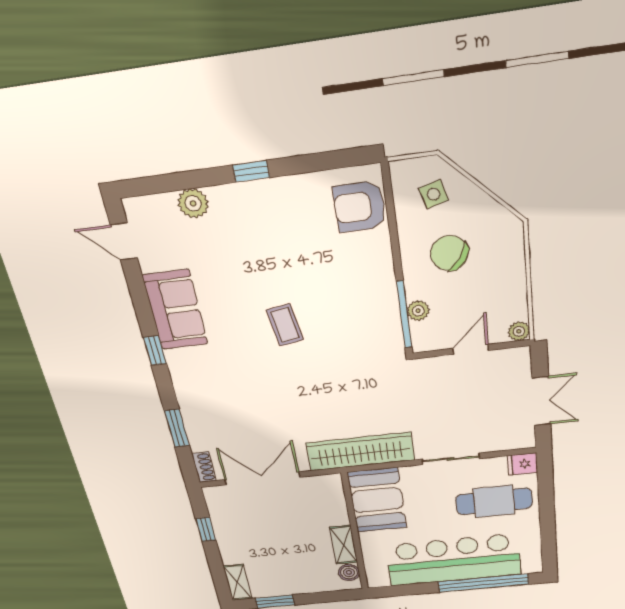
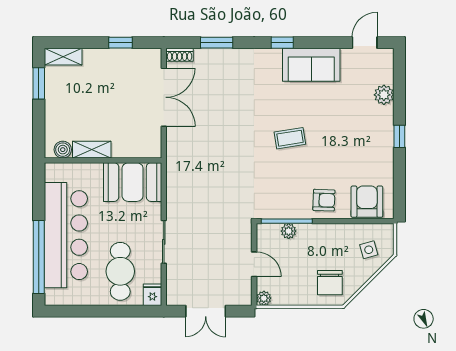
chair: (449, 253) -> (330, 283), moved, turned 146
armchair: (366, 269) -> (324, 200), added
wardrobe: (360, 452) -> (179, 175), removed

